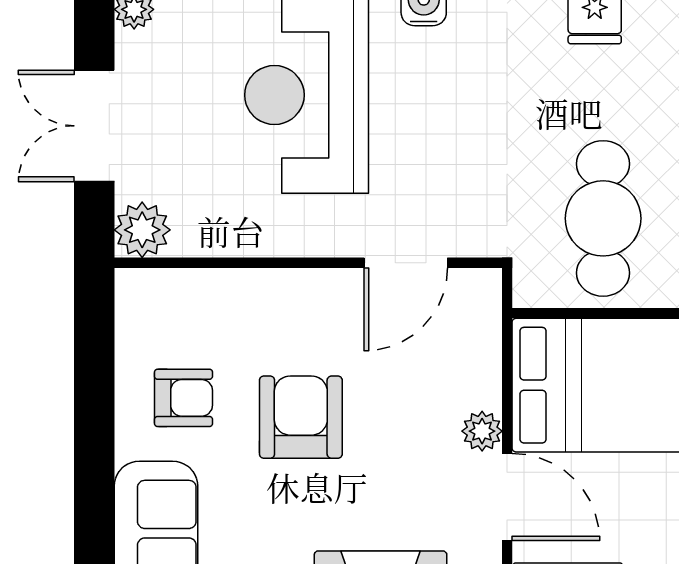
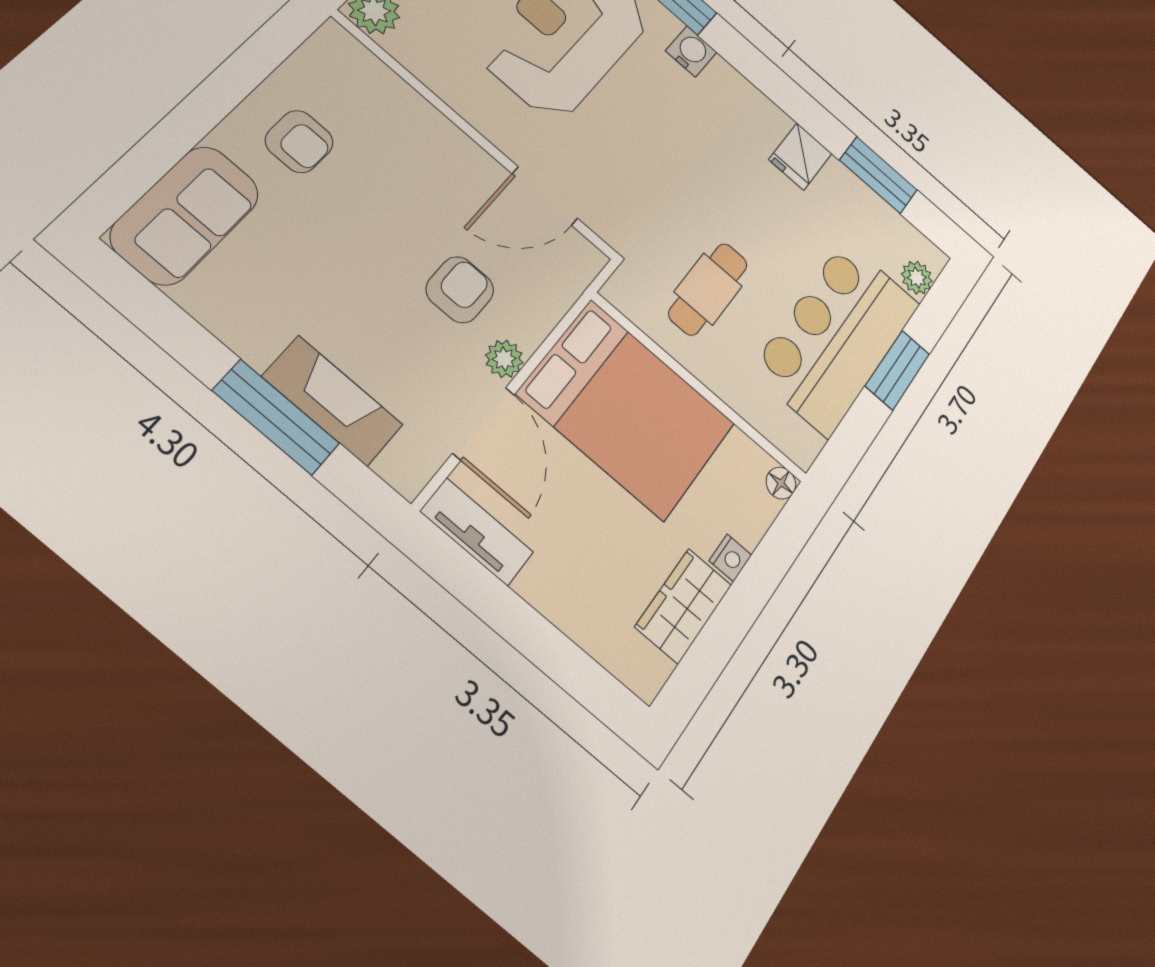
cafe table: (603, 218) -> (708, 289), width x0.73, depth x0.74
armchair: (301, 417) -> (460, 290), moved, width x0.72, depth x0.72

